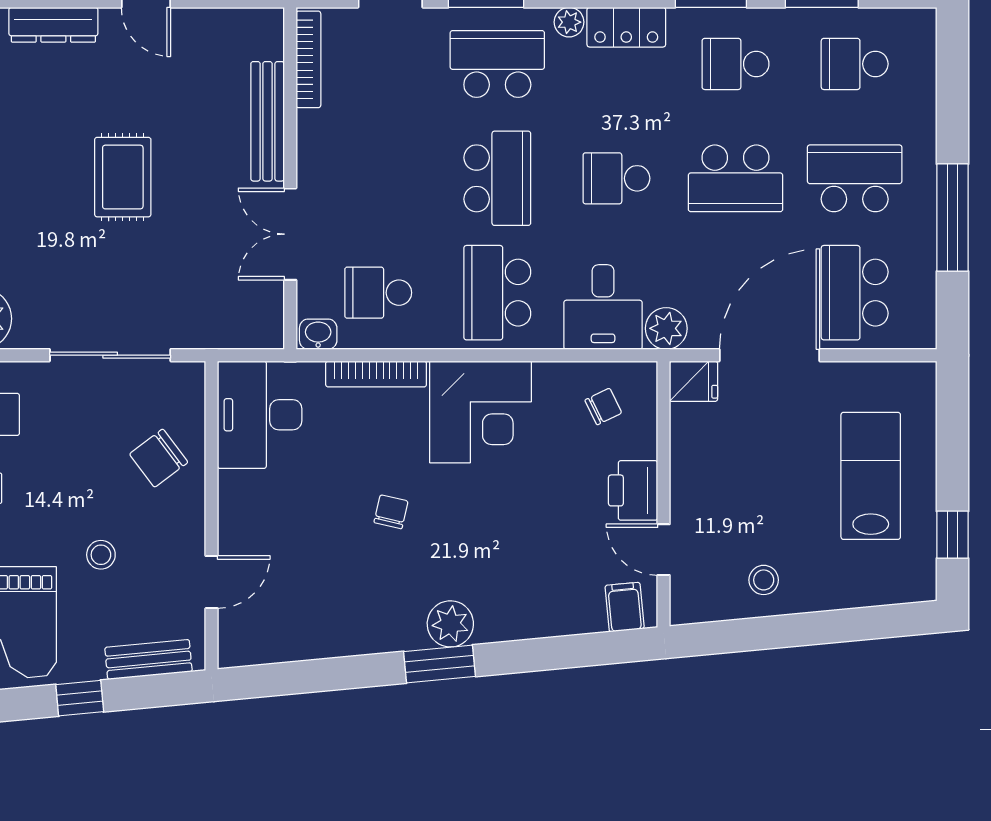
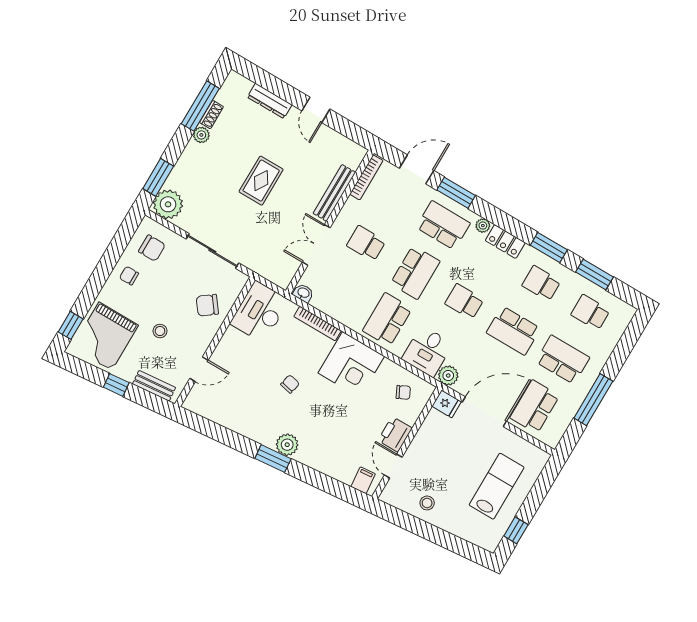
school desk: (378, 293) -> (366, 243), moved

